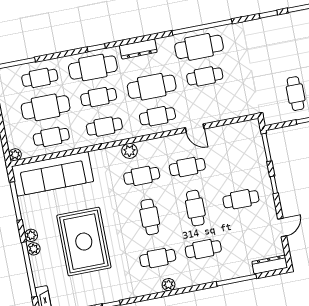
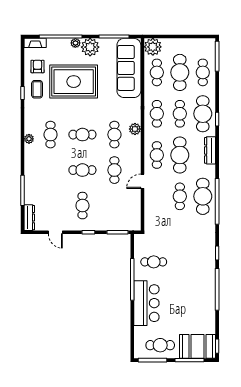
plant: (15, 155) -> (153, 47), width x1.88, depth x1.88
plant: (31, 235) -> (90, 47), width x1.87, depth x1.87
cafe table: (203, 249) -> (51, 170), removed
coffee table: (103, 287) -> (37, 89), added
armchair: (73, 292) -> (38, 66), added

